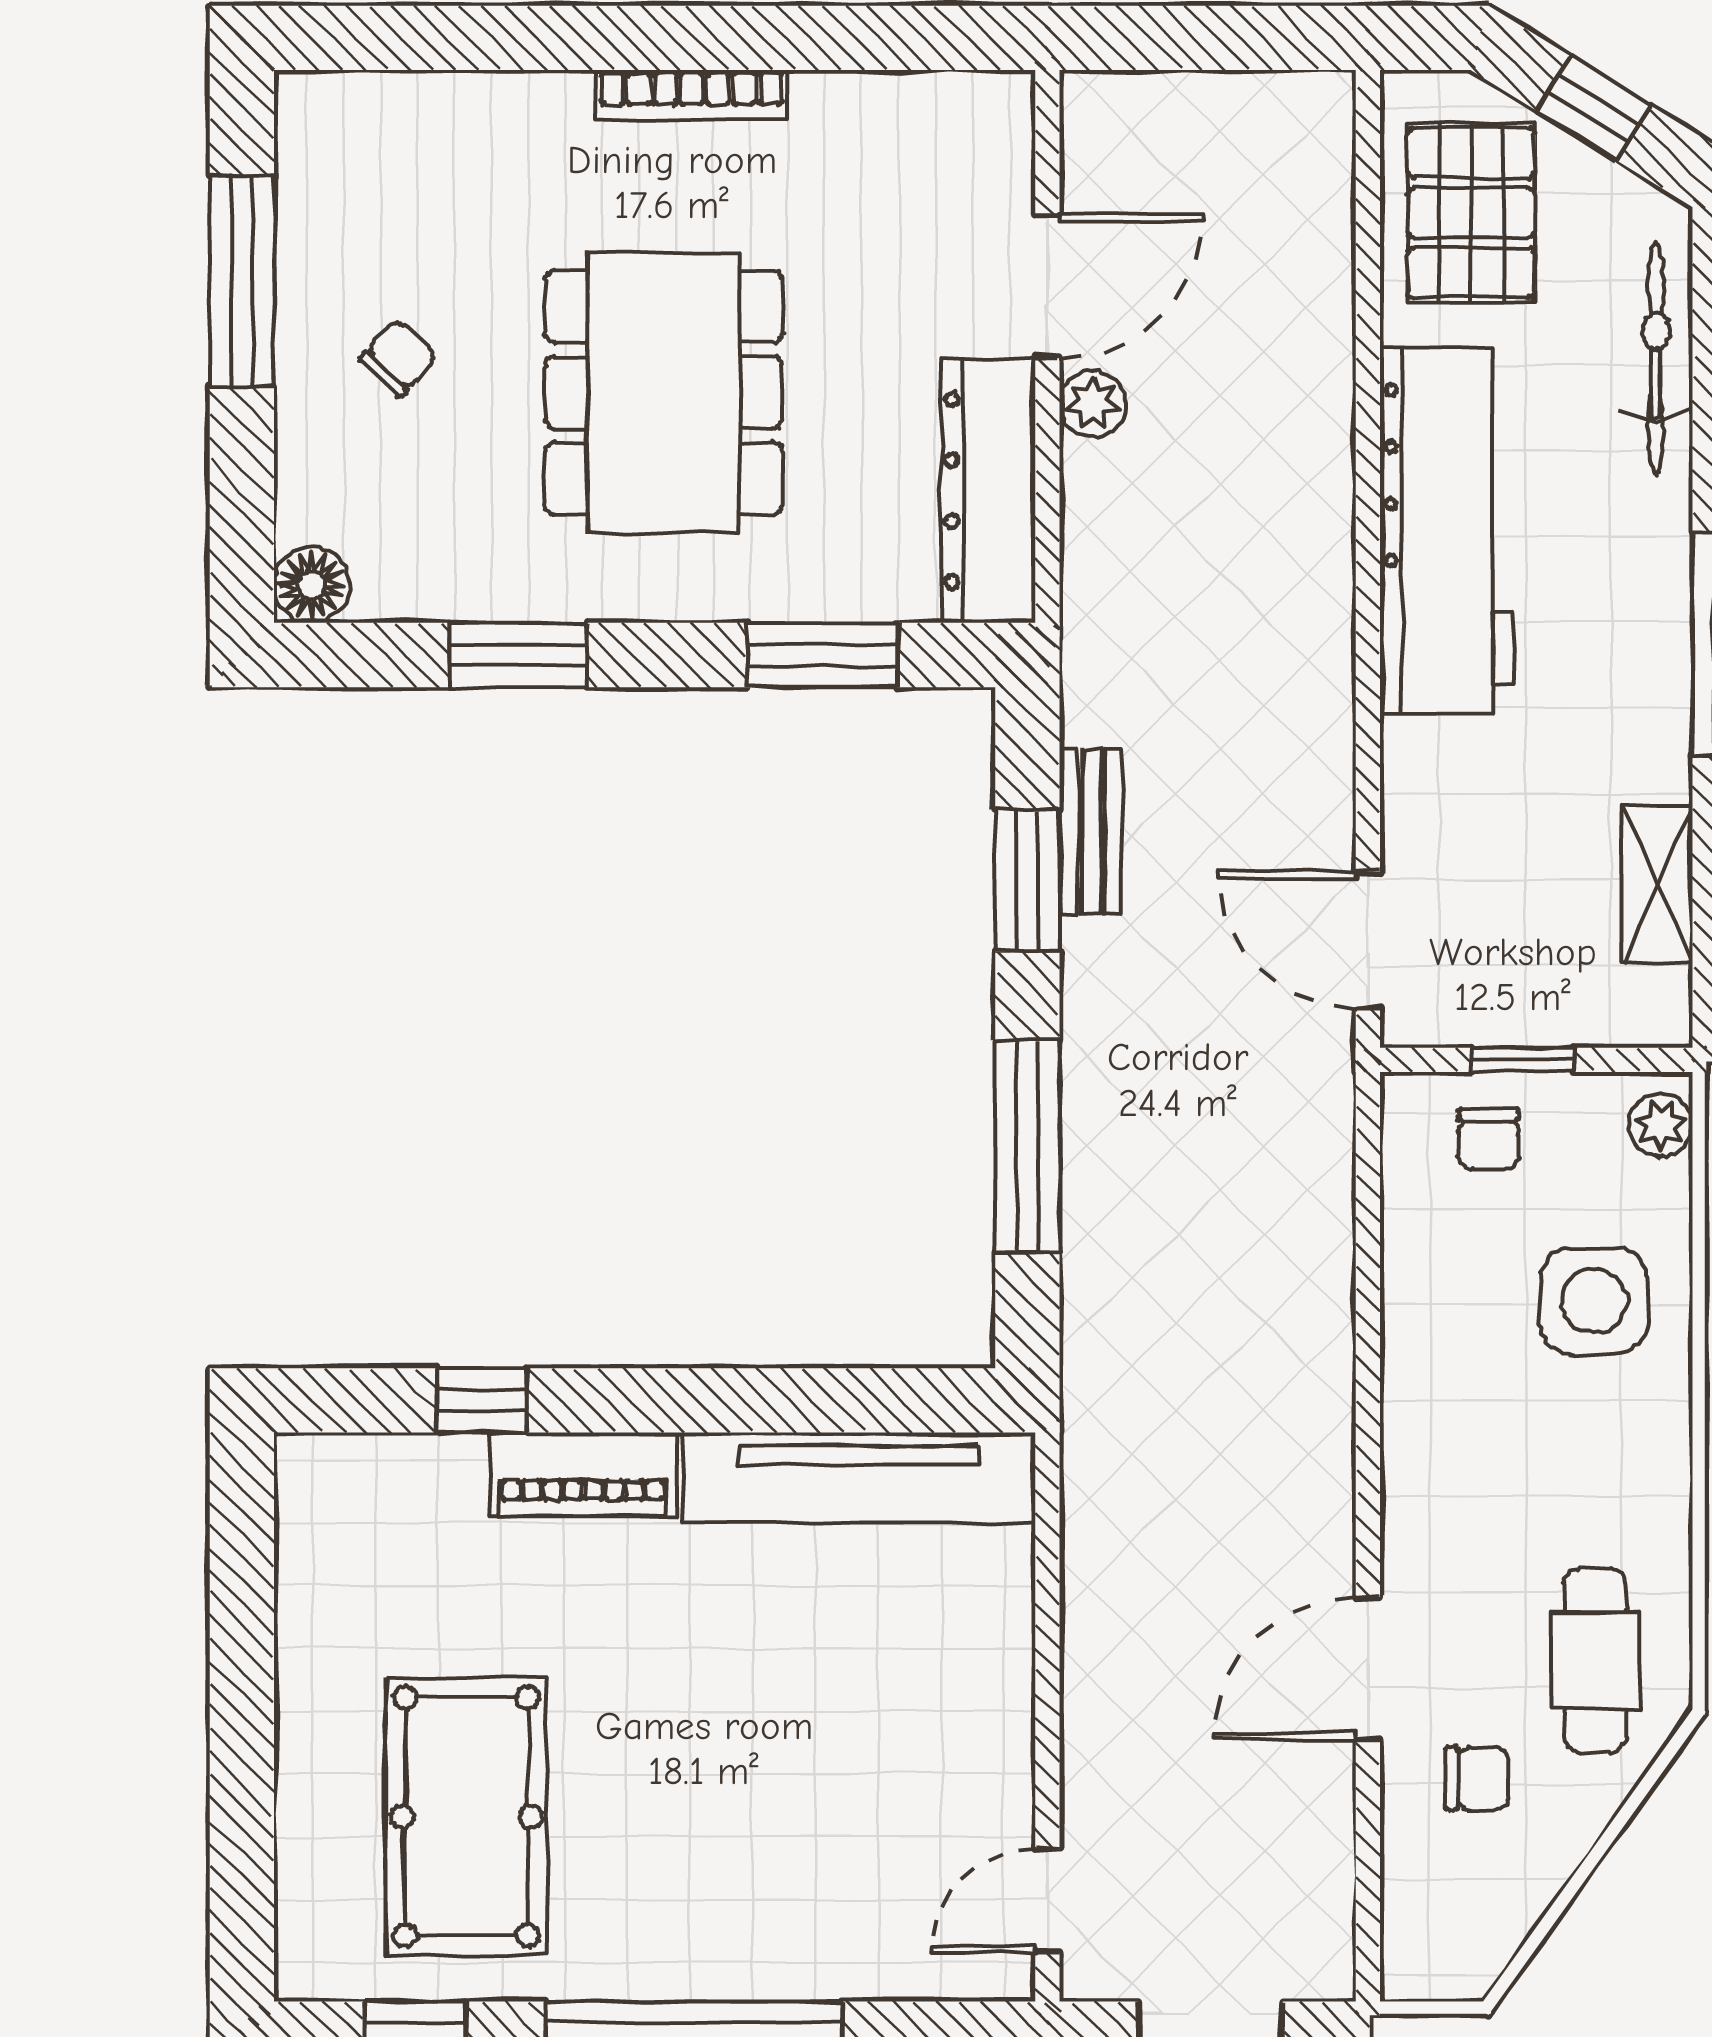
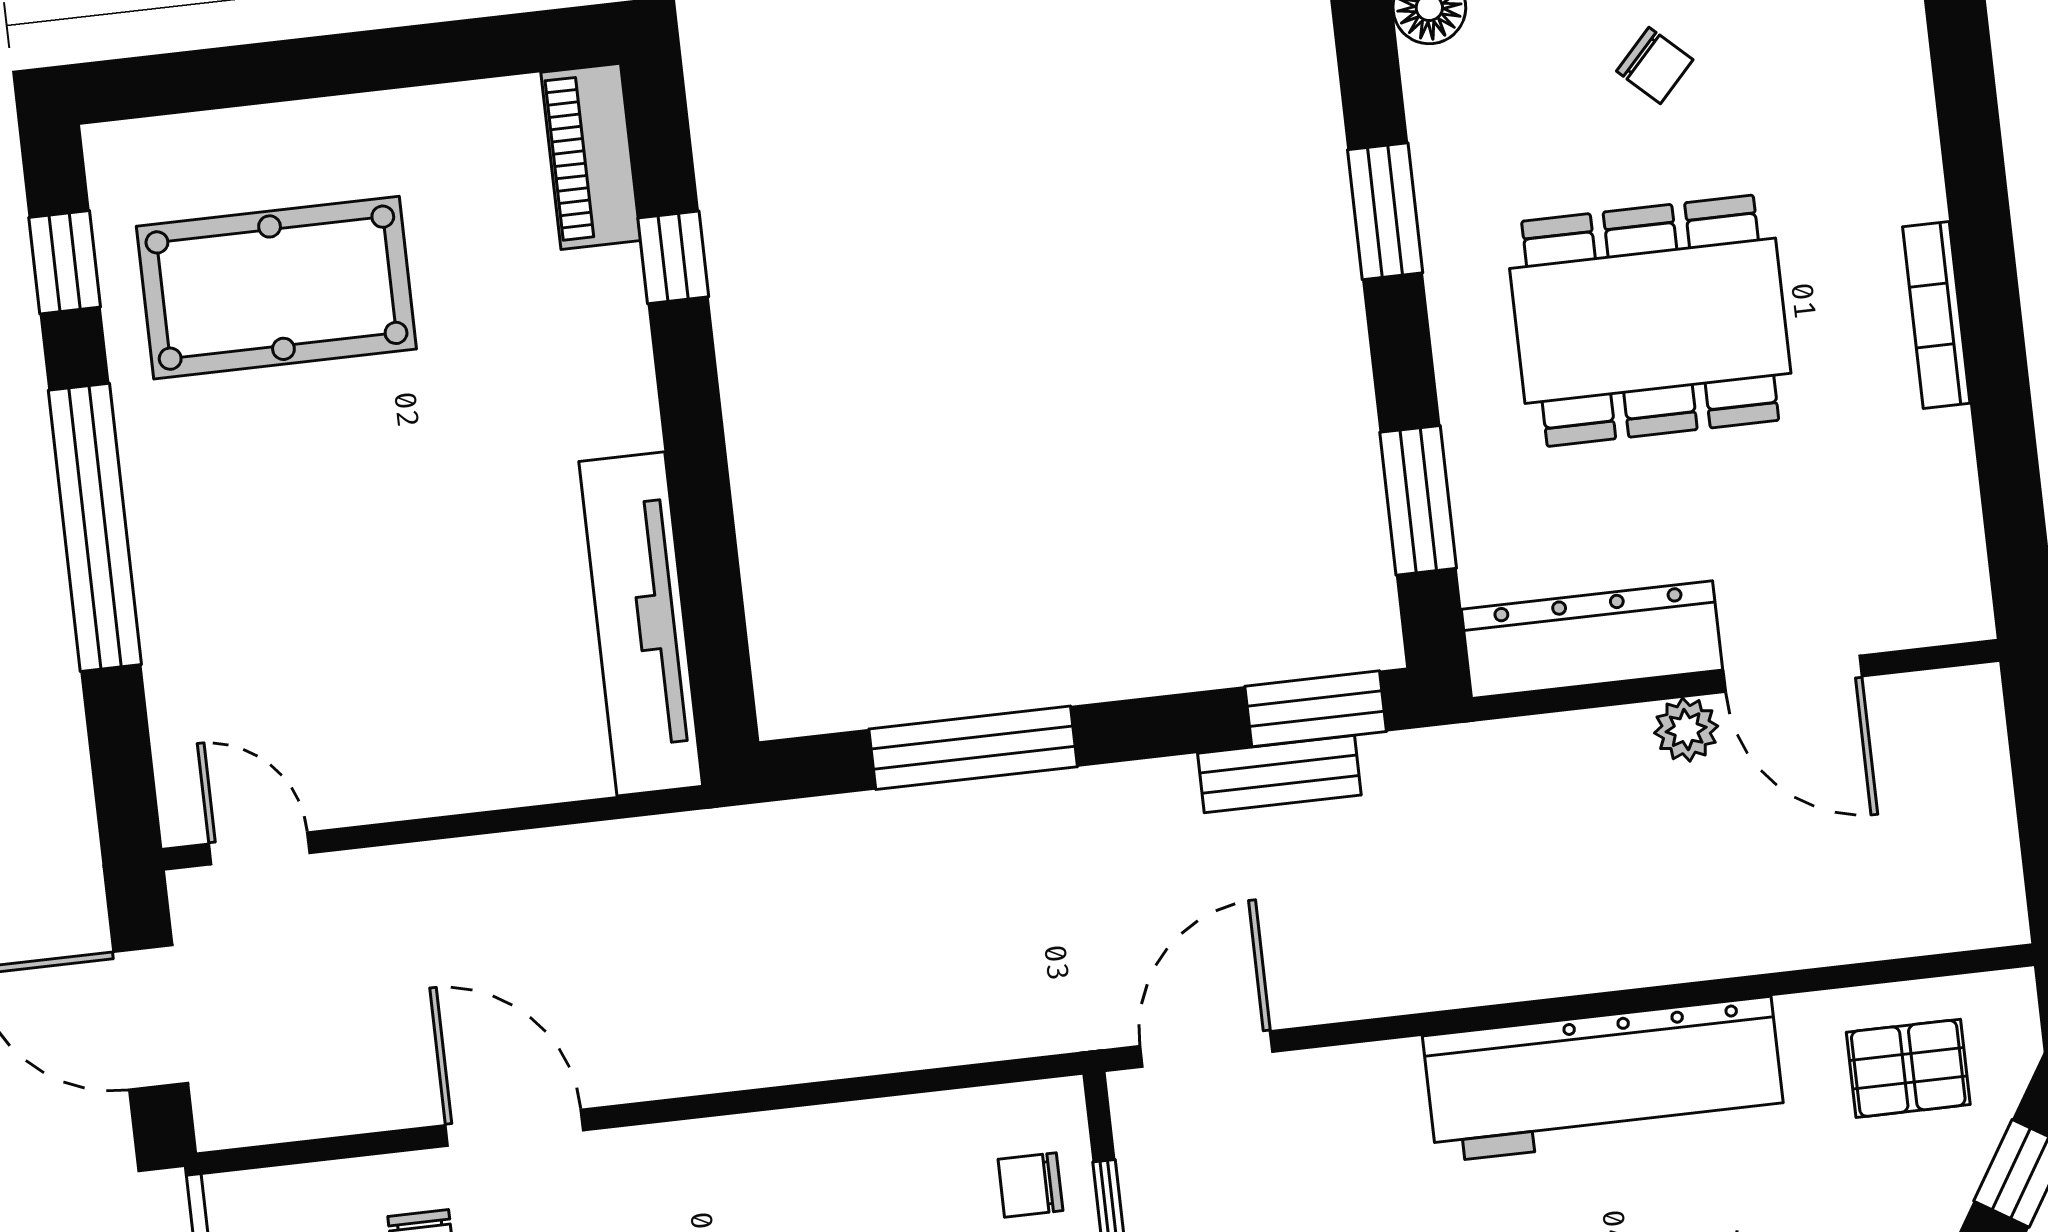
pallet: (1471, 213) -> (1908, 1068), width x0.67, depth x0.71
window: (1027, 880) -> (1316, 709), moved
piano: (583, 1474) -> (591, 156), moved

